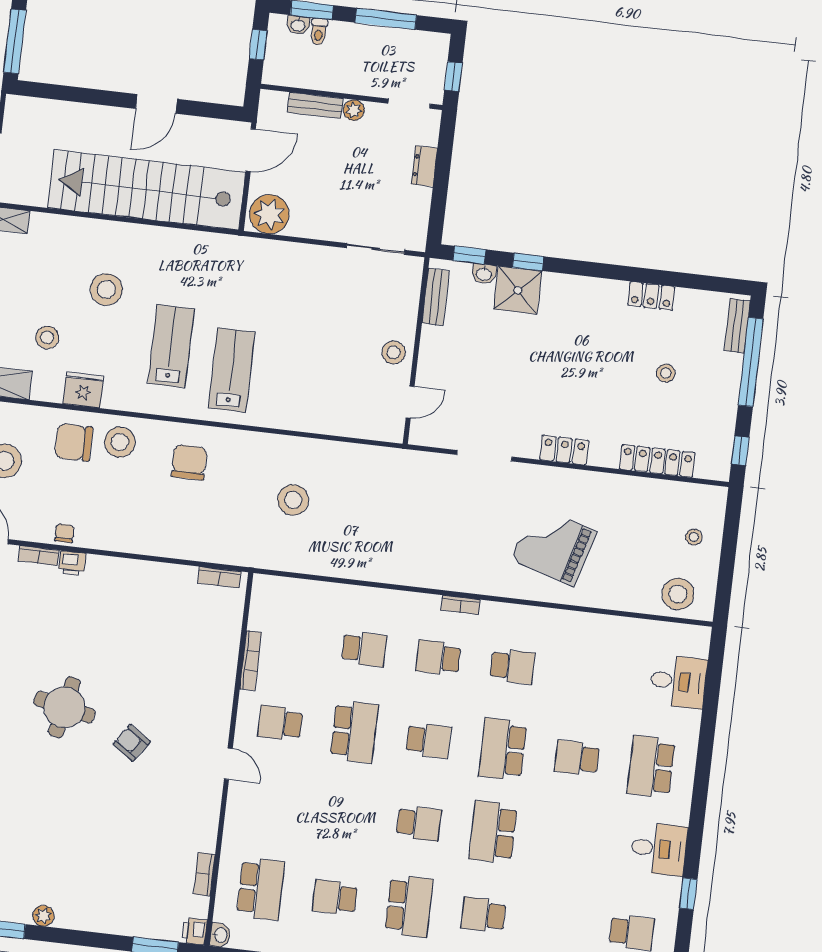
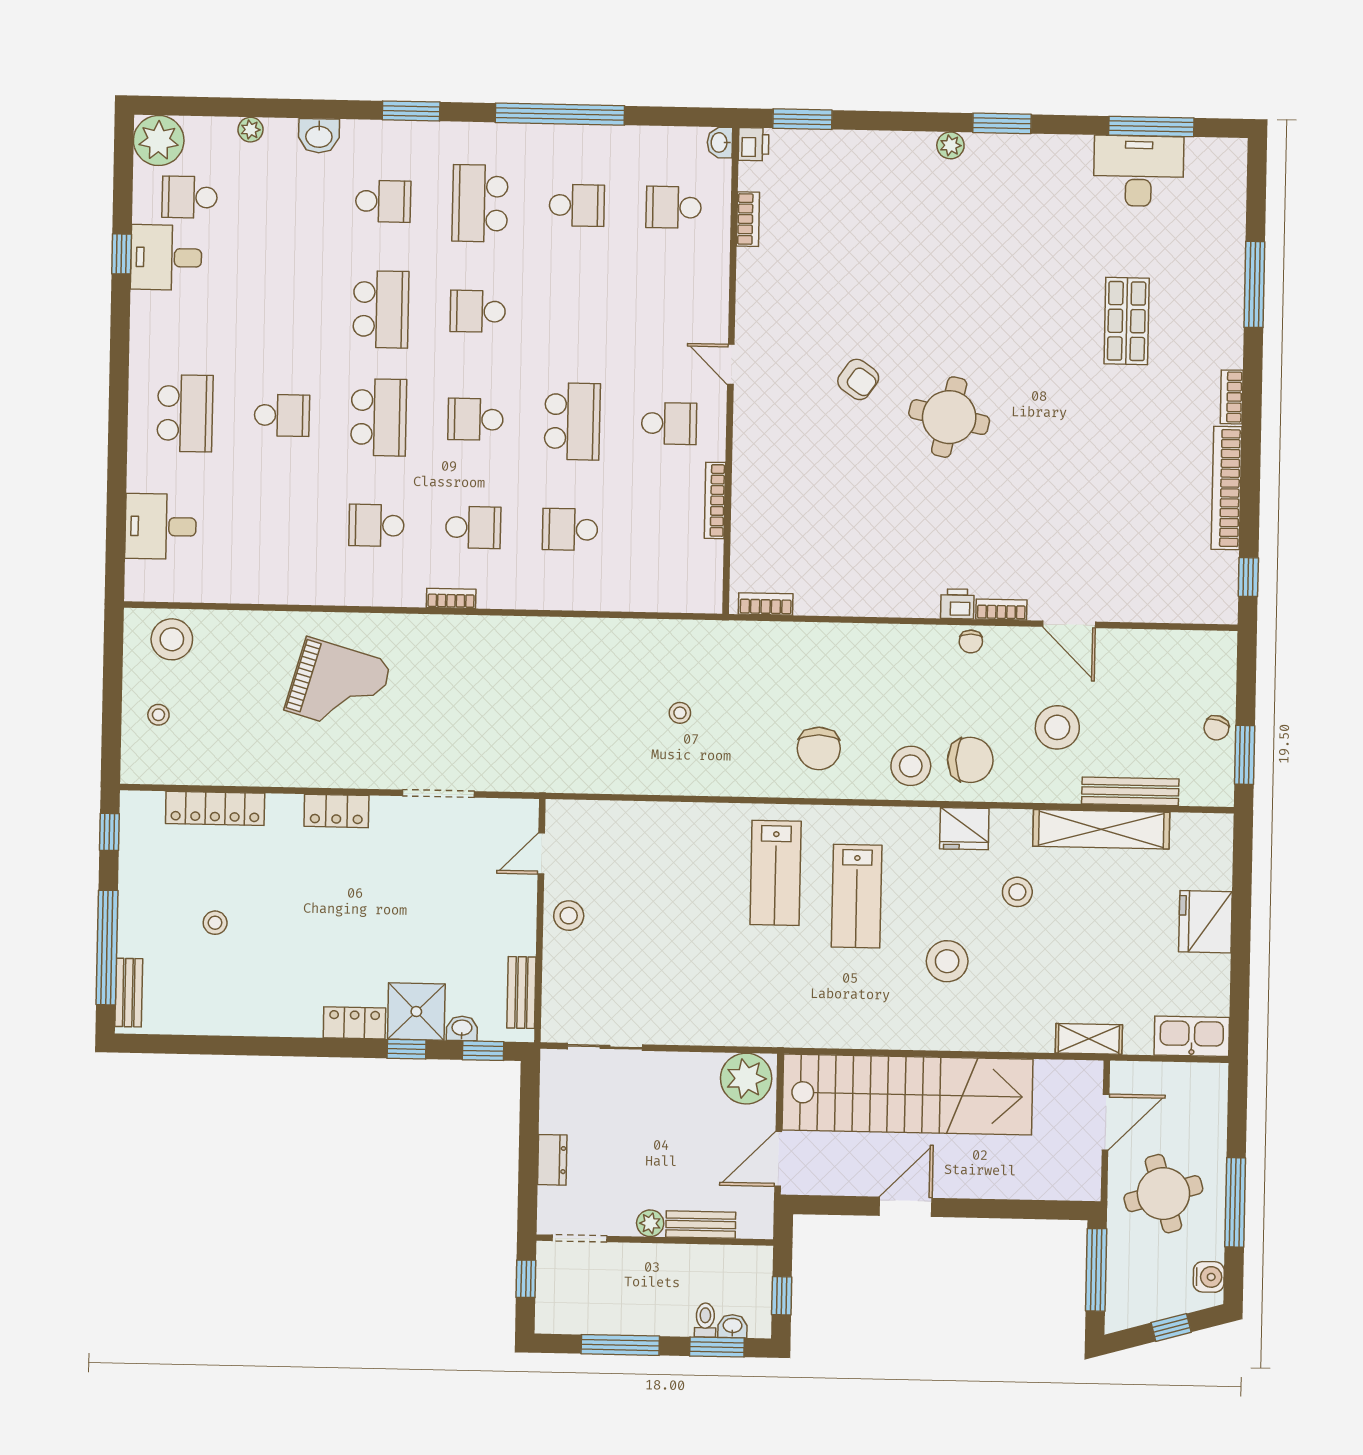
locker: (651, 296) -> (354, 1023), moved
stool: (293, 500) -> (680, 713), width x0.53, depth x0.53
school desk: (354, 732) -> (572, 421), turned 180
desk: (659, 849) -> (166, 257), moved
school desk: (261, 889) -> (674, 207), width x0.54

